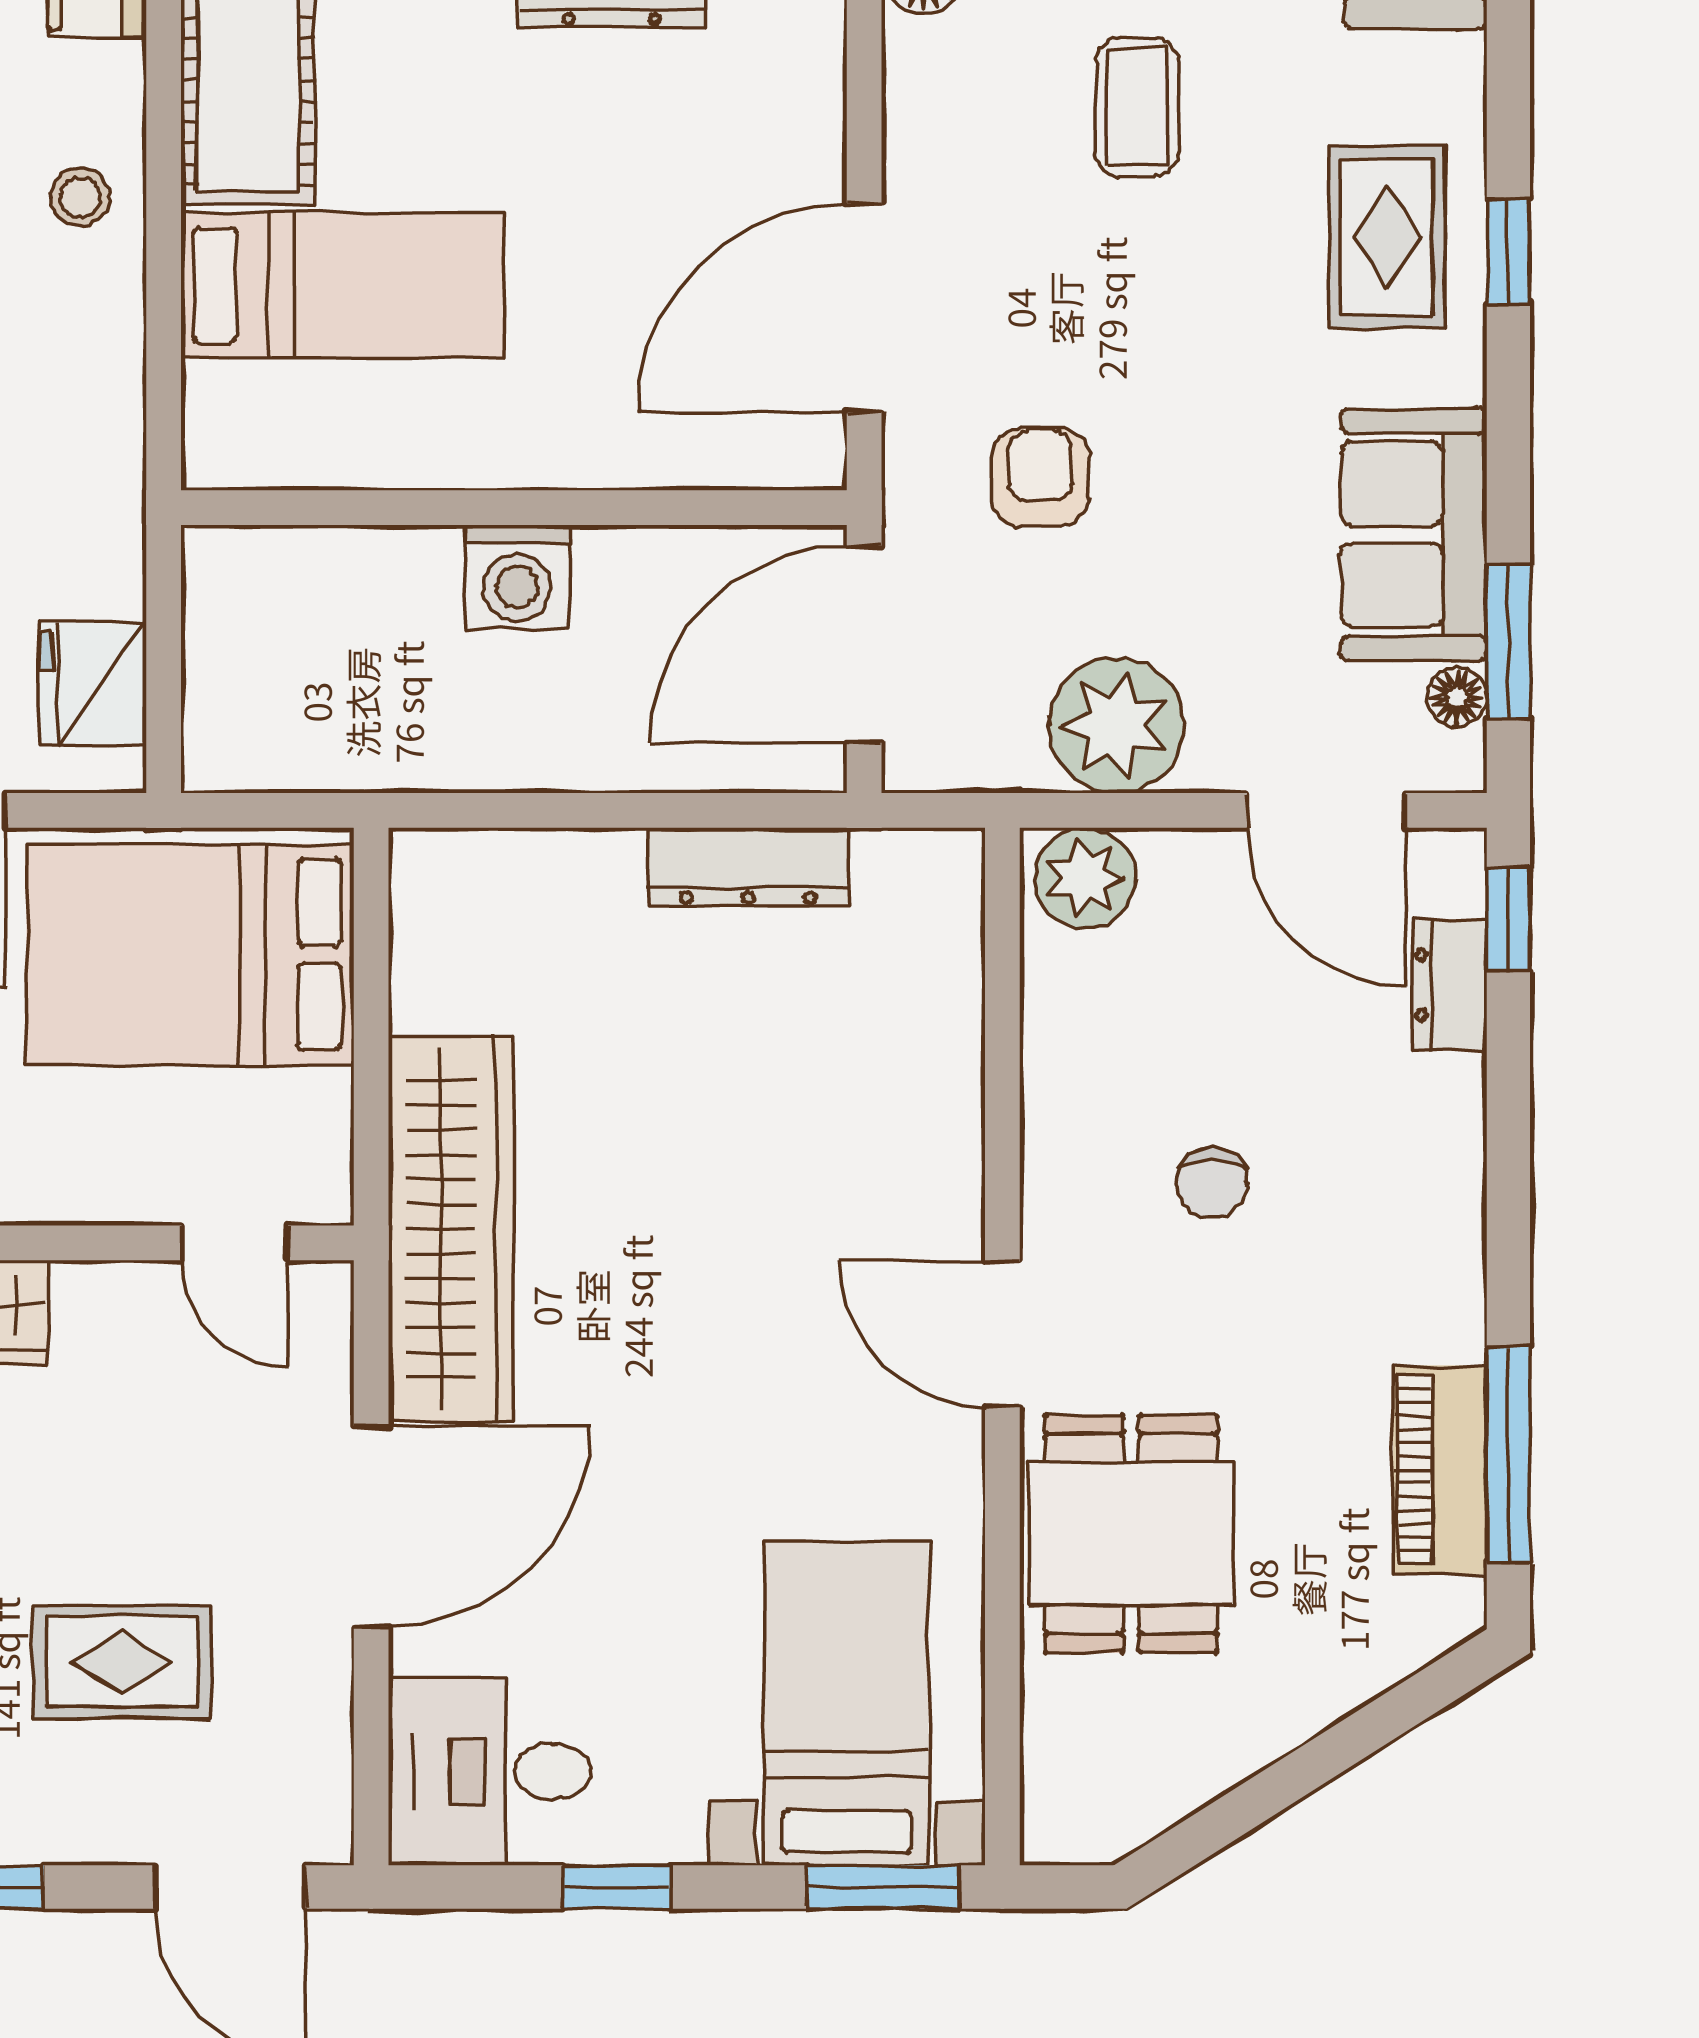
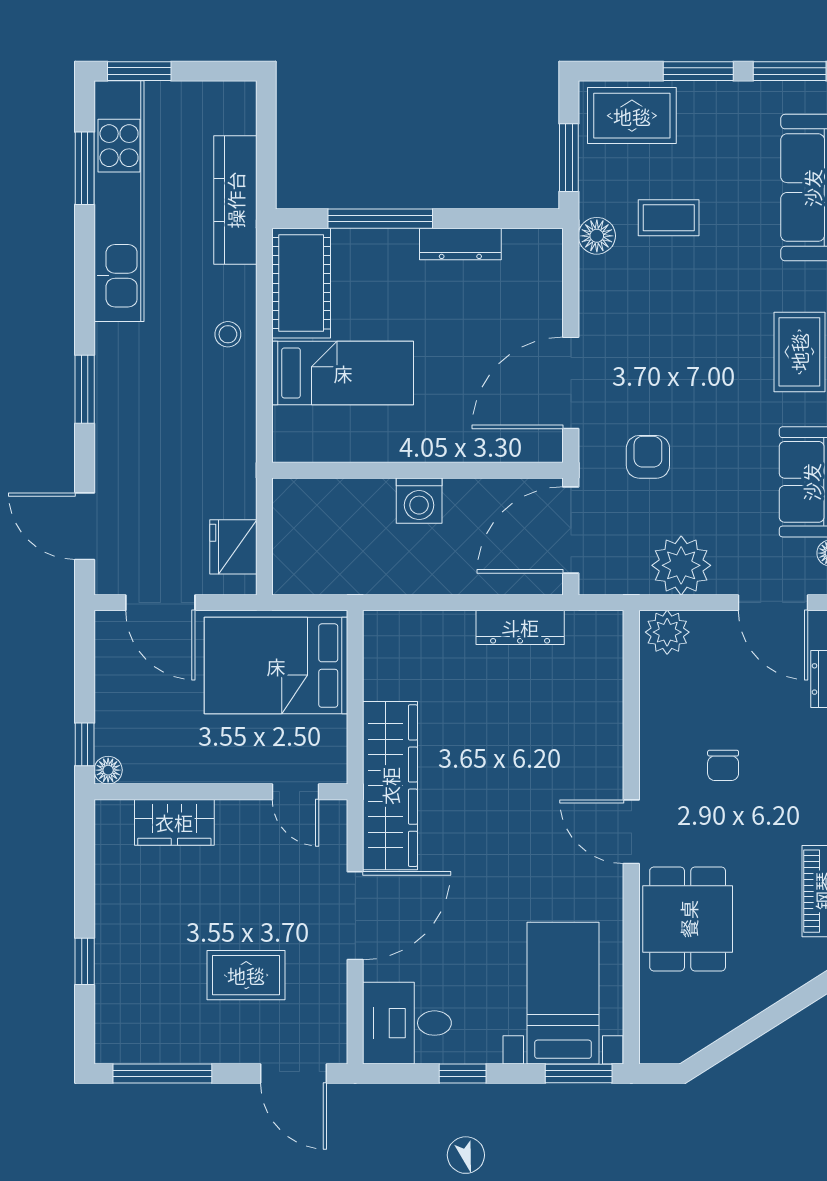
coffee table: (1137, 107) -> (690, 295), removed

